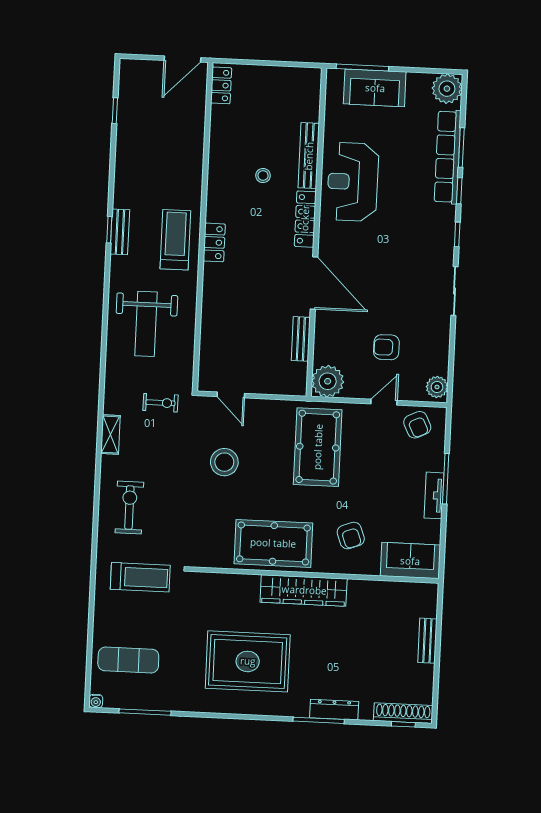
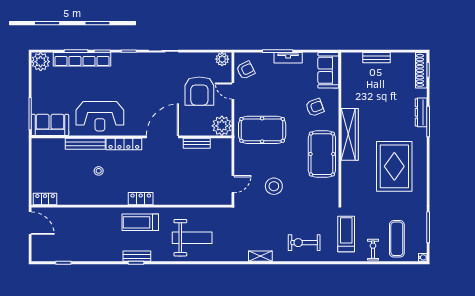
sofa: (375, 88) -> (50, 125), moved, turned -90
armchair: (386, 347) -> (199, 91), width x1.88, depth x1.88
exercise bike: (160, 403) -> (373, 250), moved

